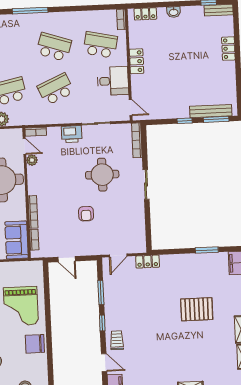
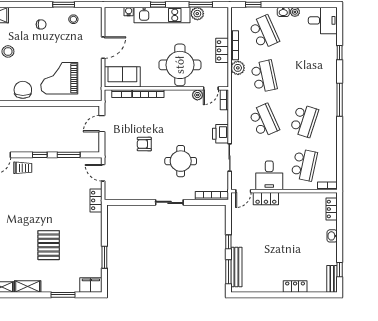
locker: (137, 61) -> (266, 199), moved

